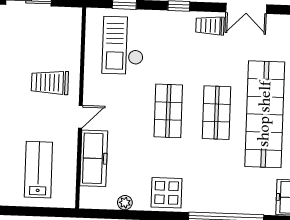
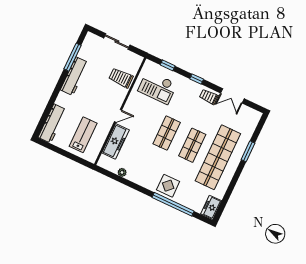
checkout: (123, 45) -> (157, 87), turned -90
trolley: (50, 83) -> (121, 78), moved
display table: (167, 193) -> (168, 186), moved

